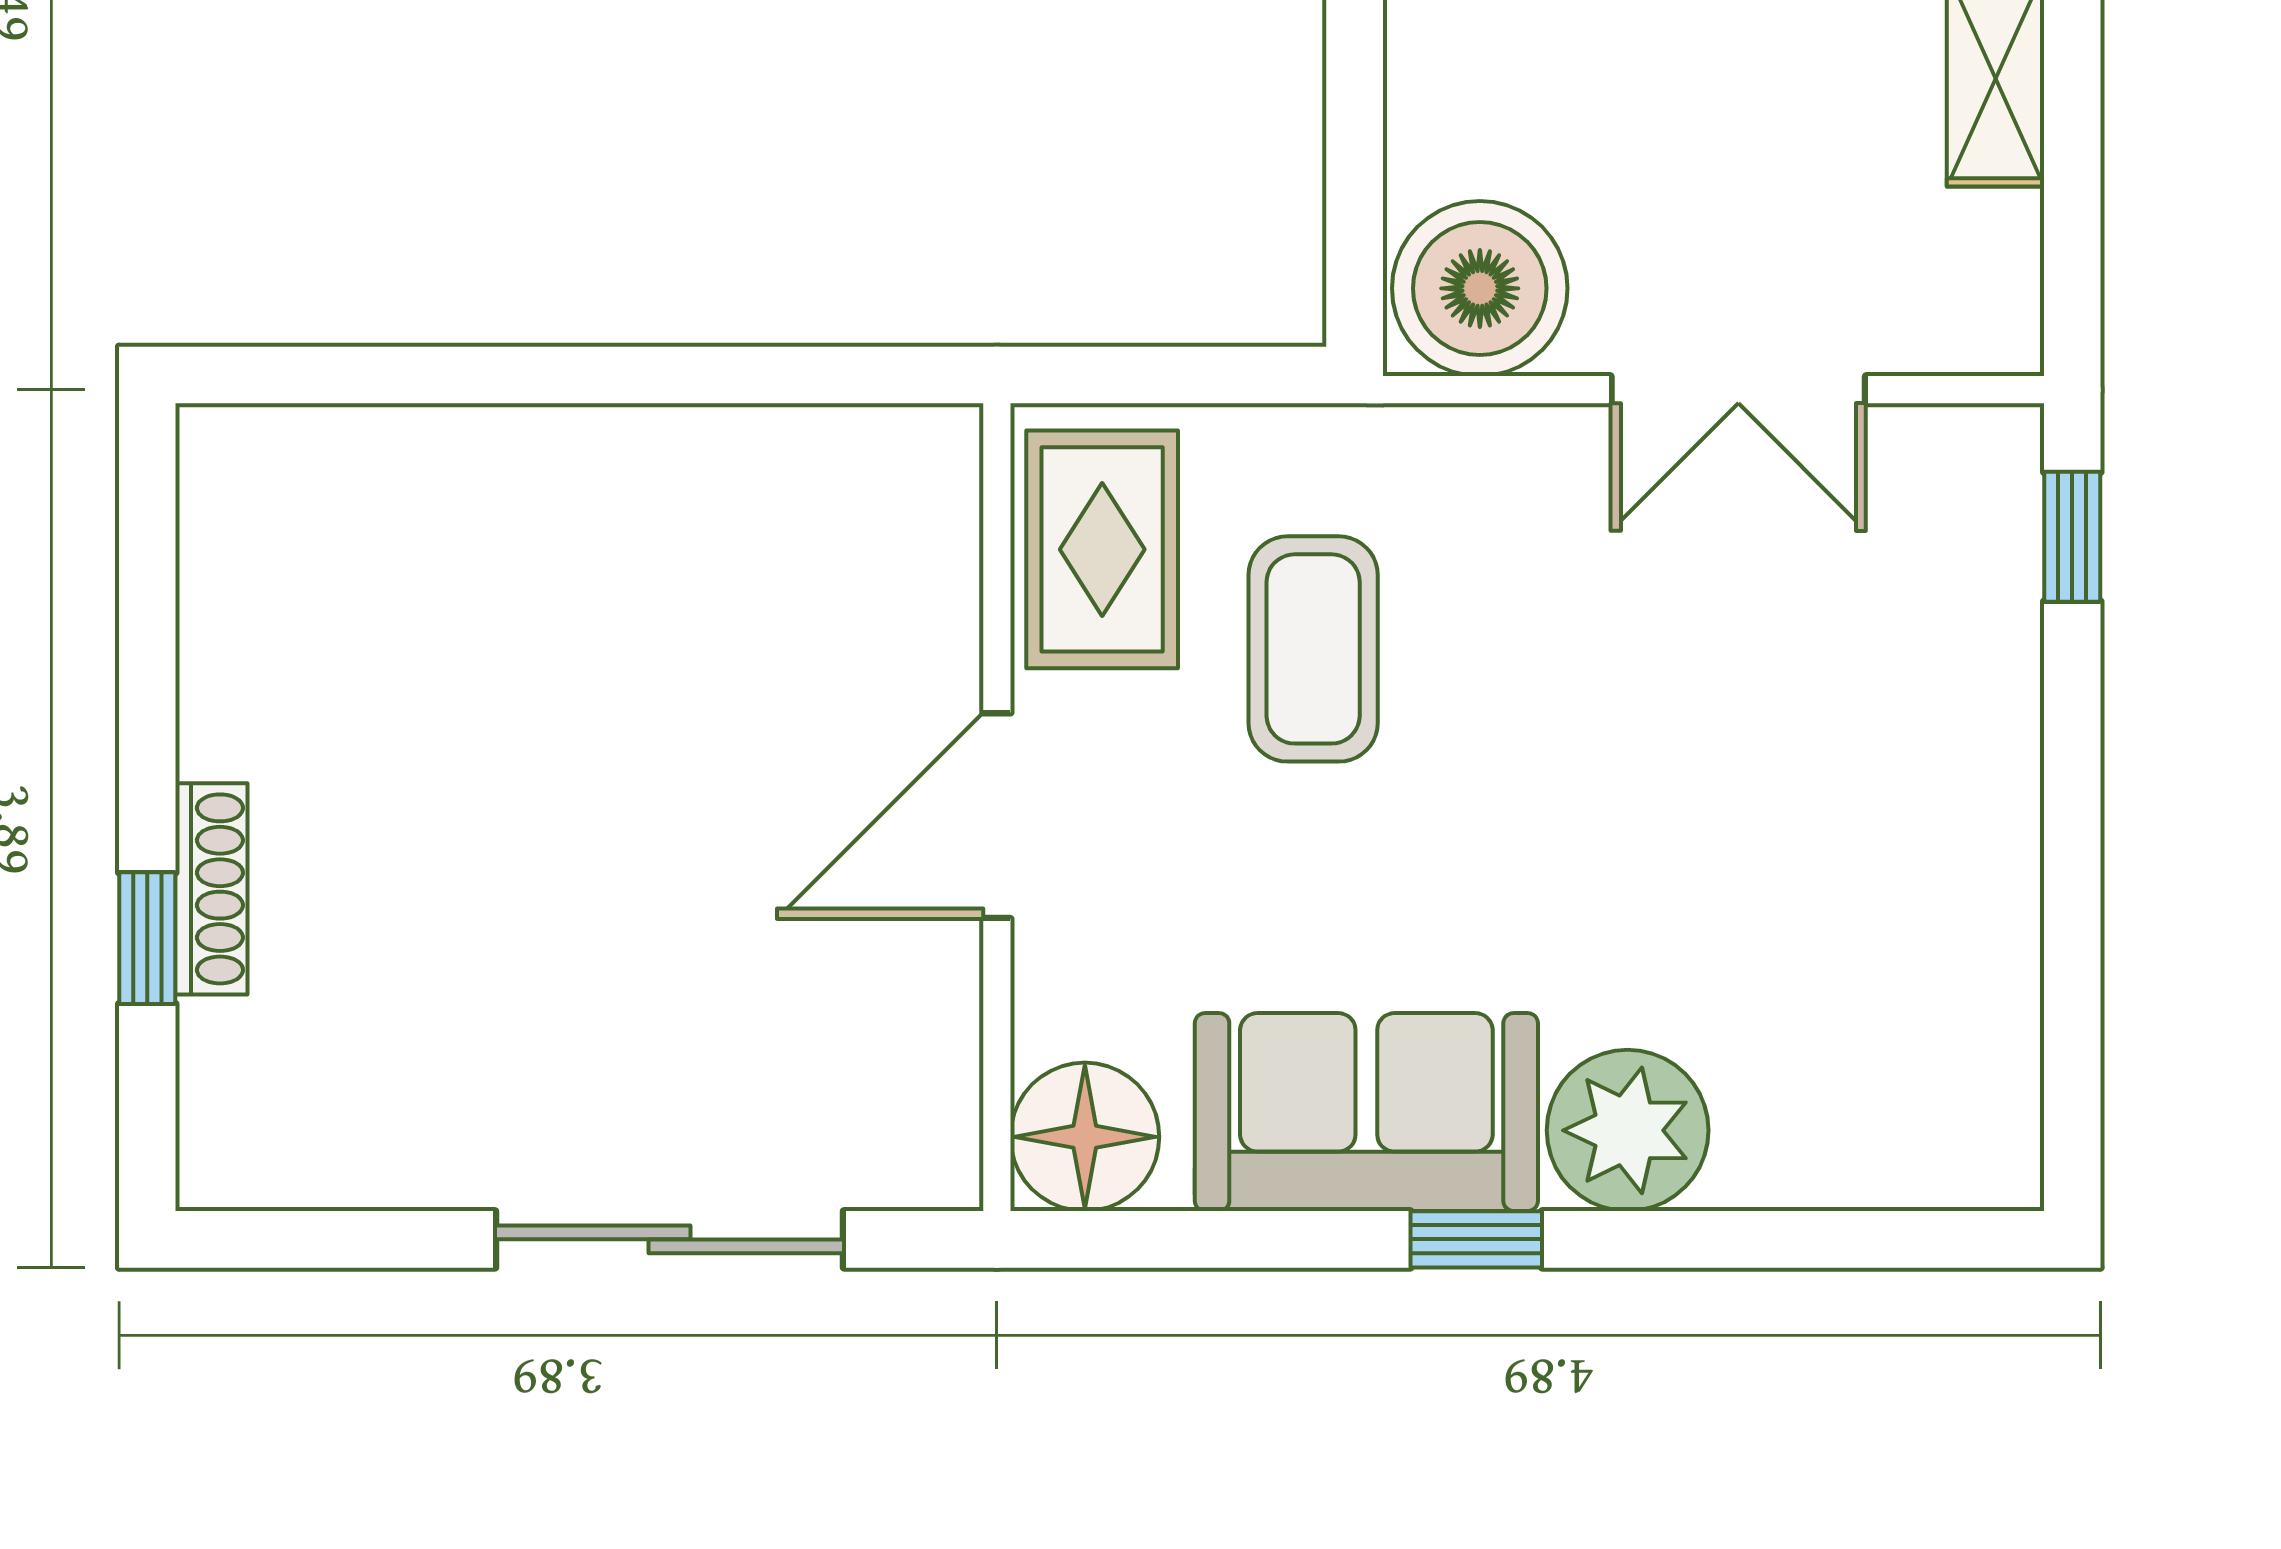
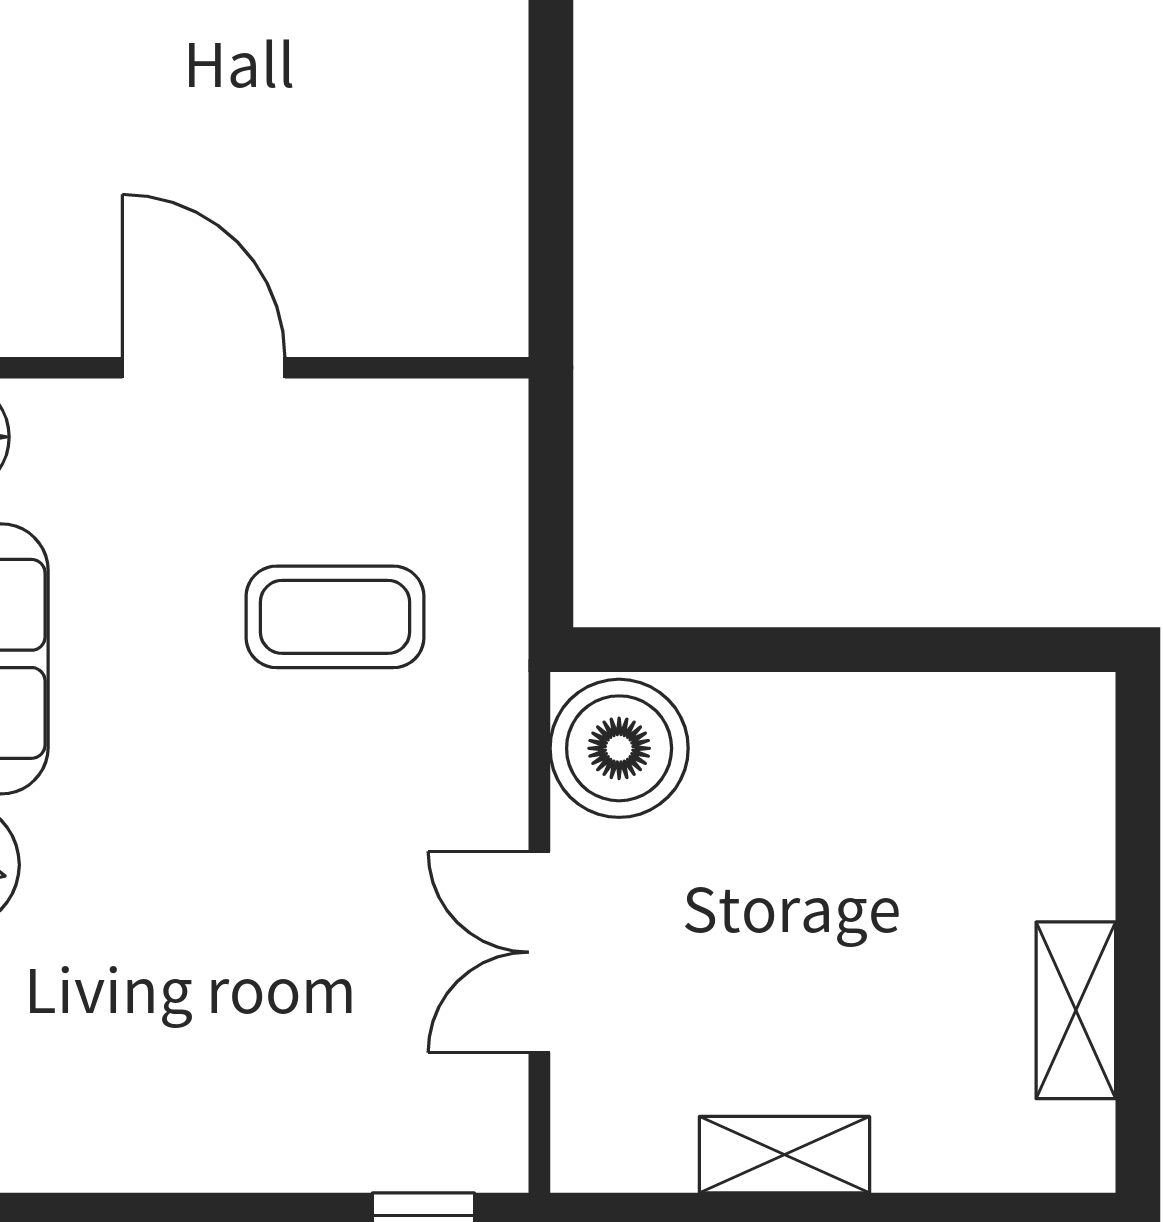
rug: (1102, 549) -> (413, 451), removed

